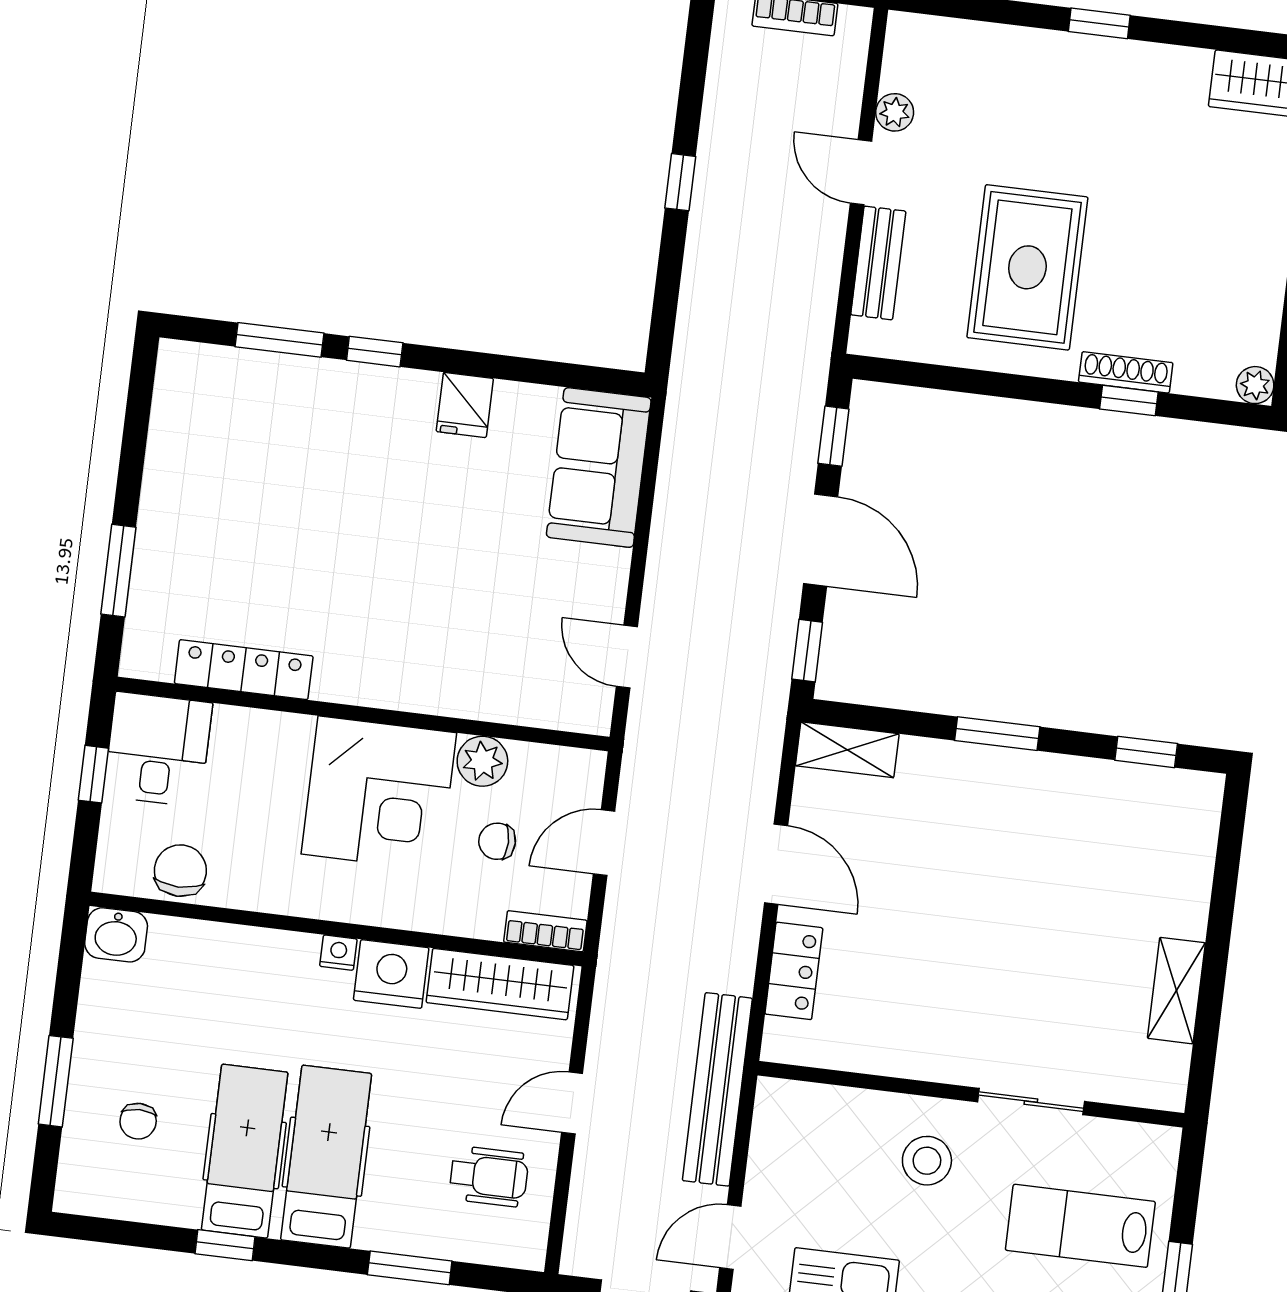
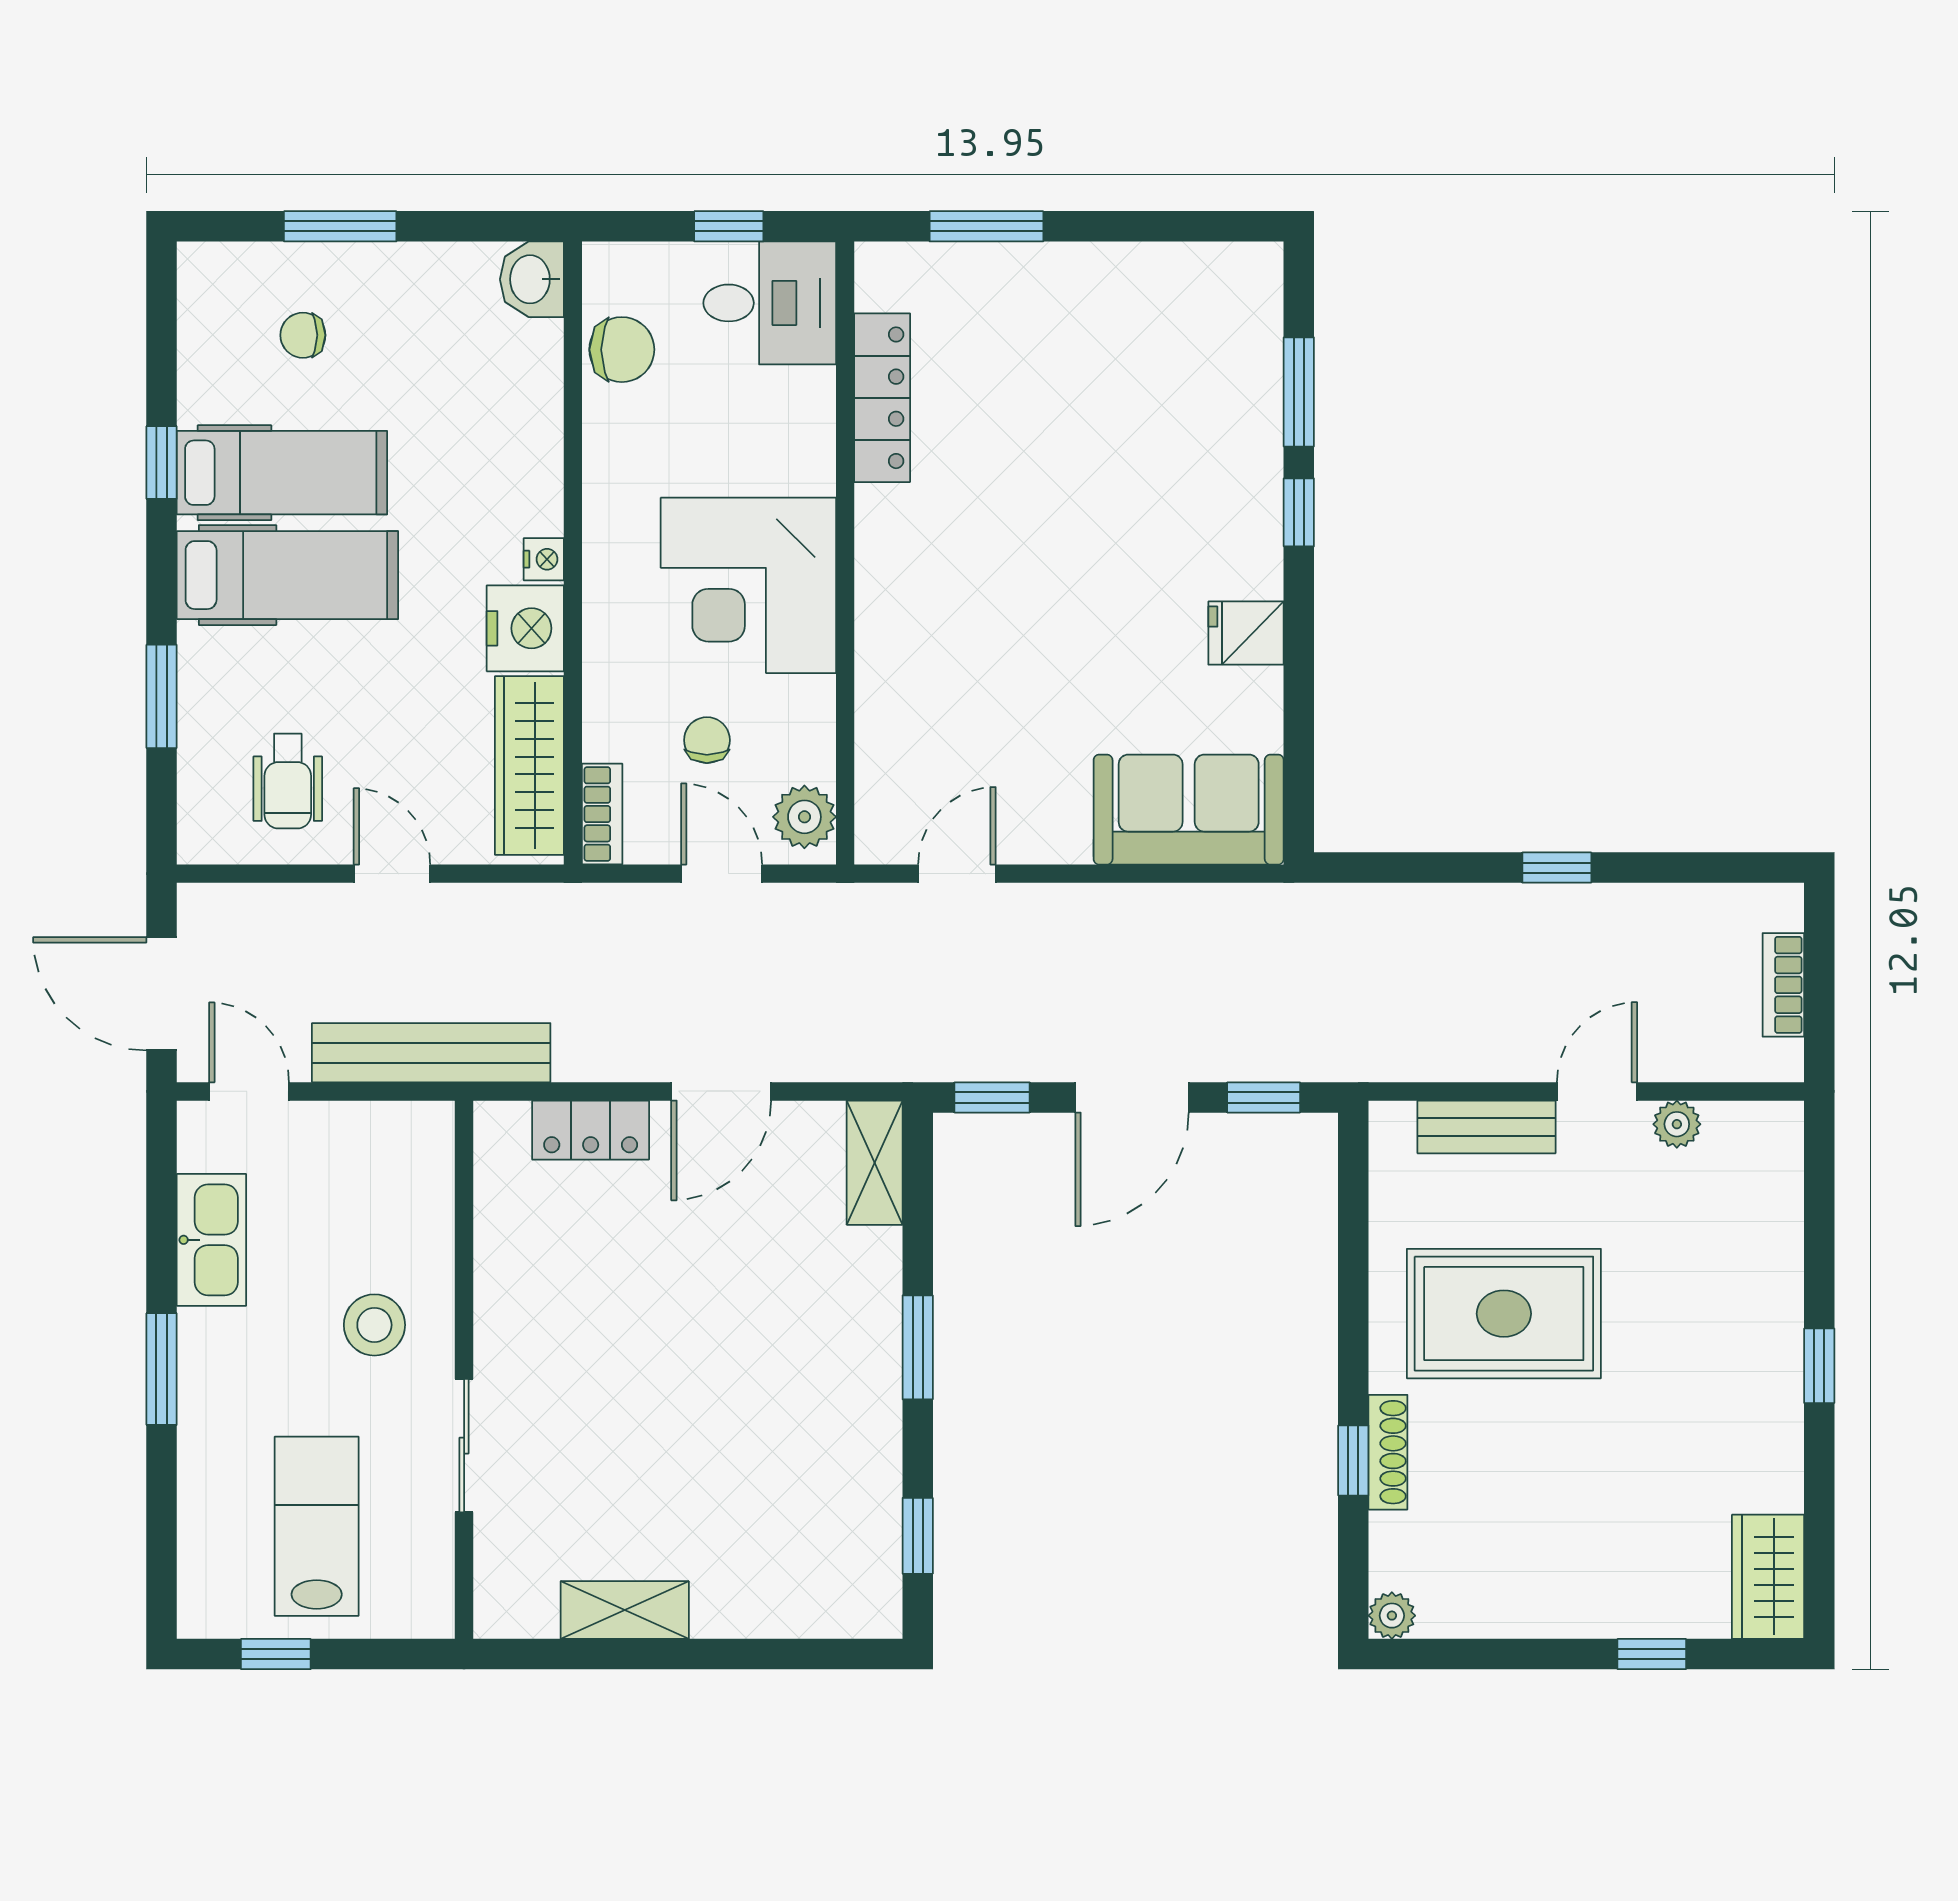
plant: (482, 761) -> (804, 817), moved

